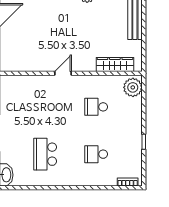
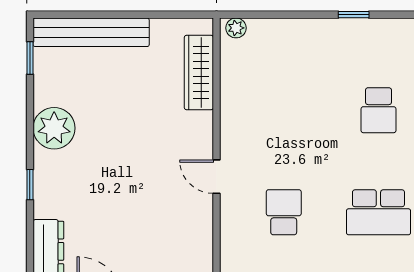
plant: (133, 87) -> (236, 28), width x0.53, depth x0.53
school desk: (96, 107) -> (284, 212), moved, turned 180

